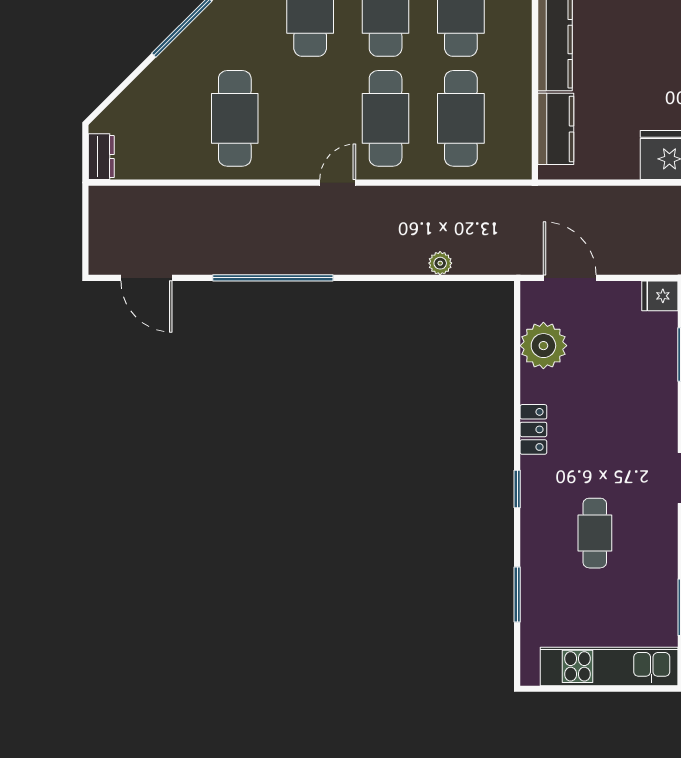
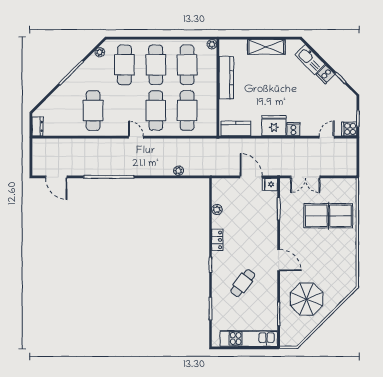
kitchen counter: (556, 129) -> (236, 129), moved, turned -90
door: (338, 183) -> (136, 137), hinge flipped
door: (570, 278) -> (251, 177), moved
plant: (543, 346) -> (217, 210), width x0.53, depth x0.53
cafe table: (595, 533) -> (243, 283), turned 38

